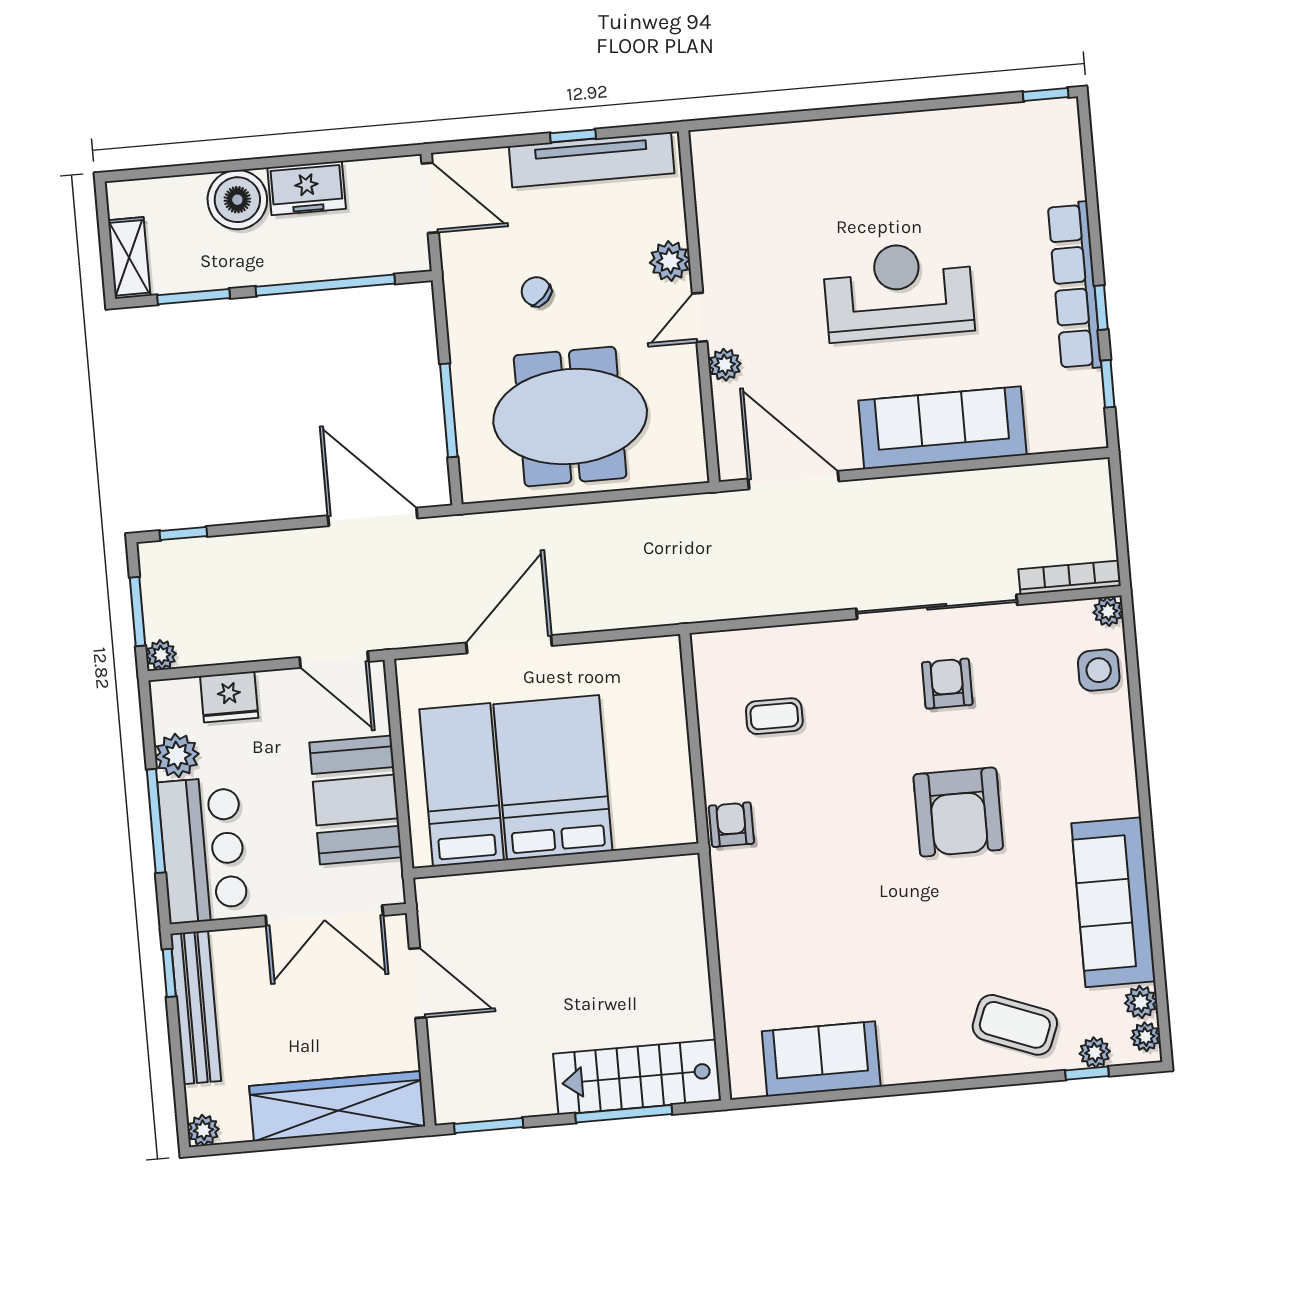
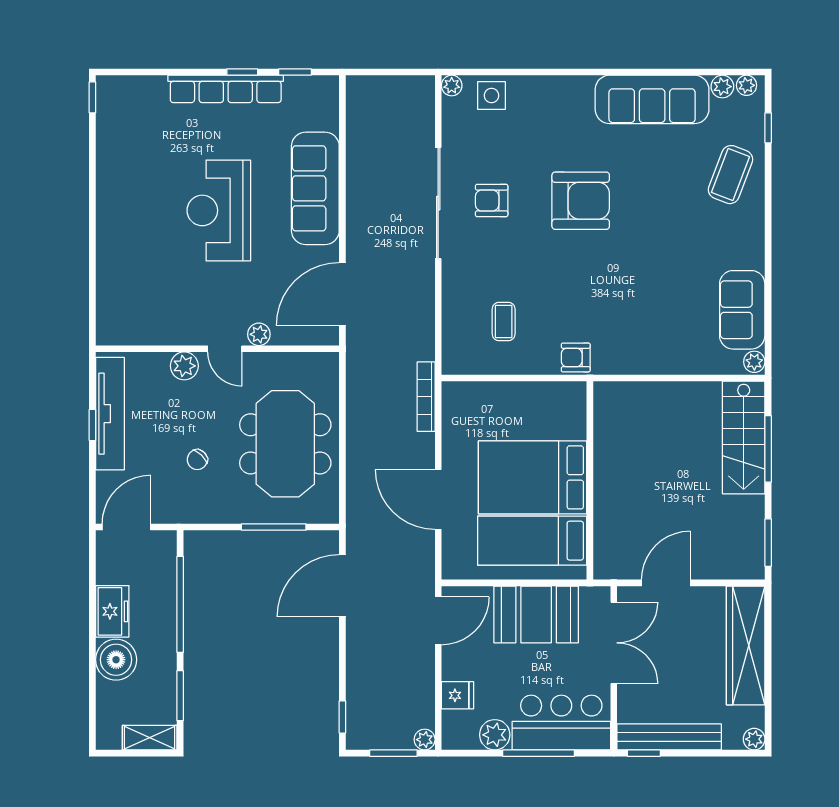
bookcase: (1070, 578) -> (426, 397), moved
fridge: (229, 697) -> (458, 695), width x0.72
plant: (1095, 1052) -> (754, 362), moved

